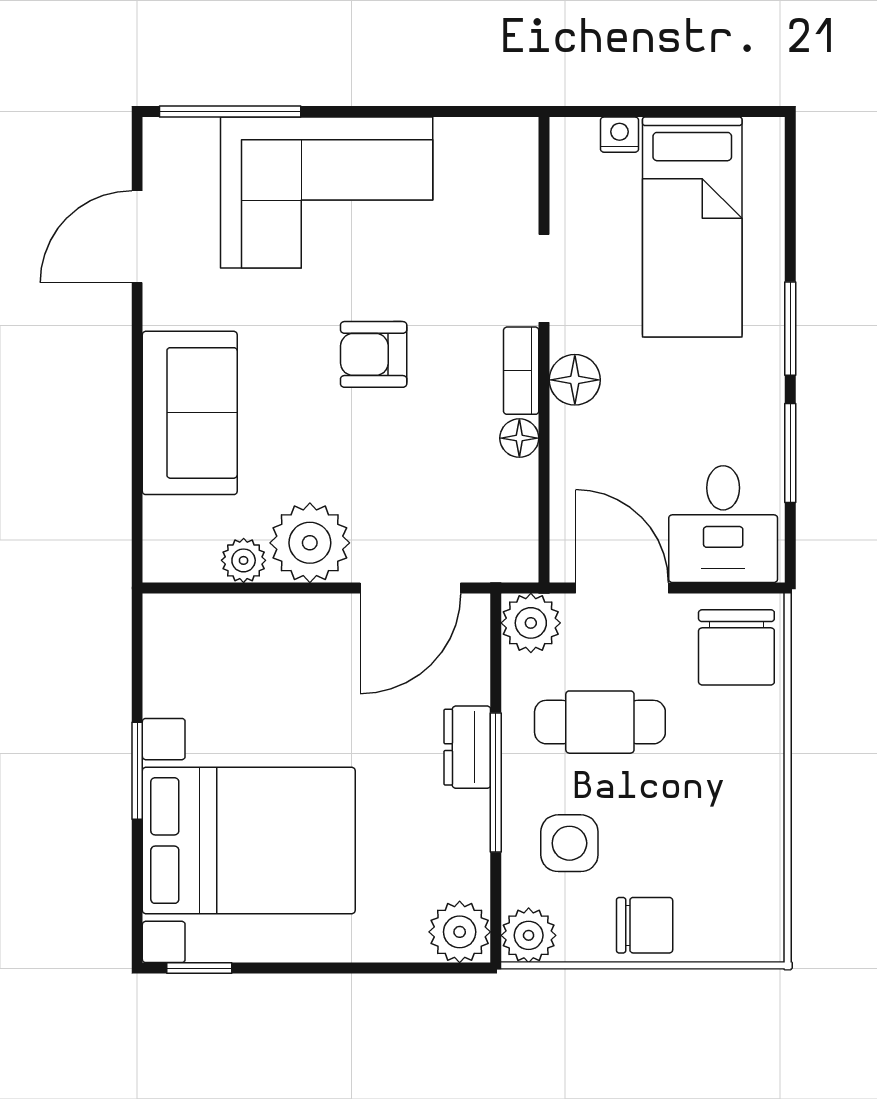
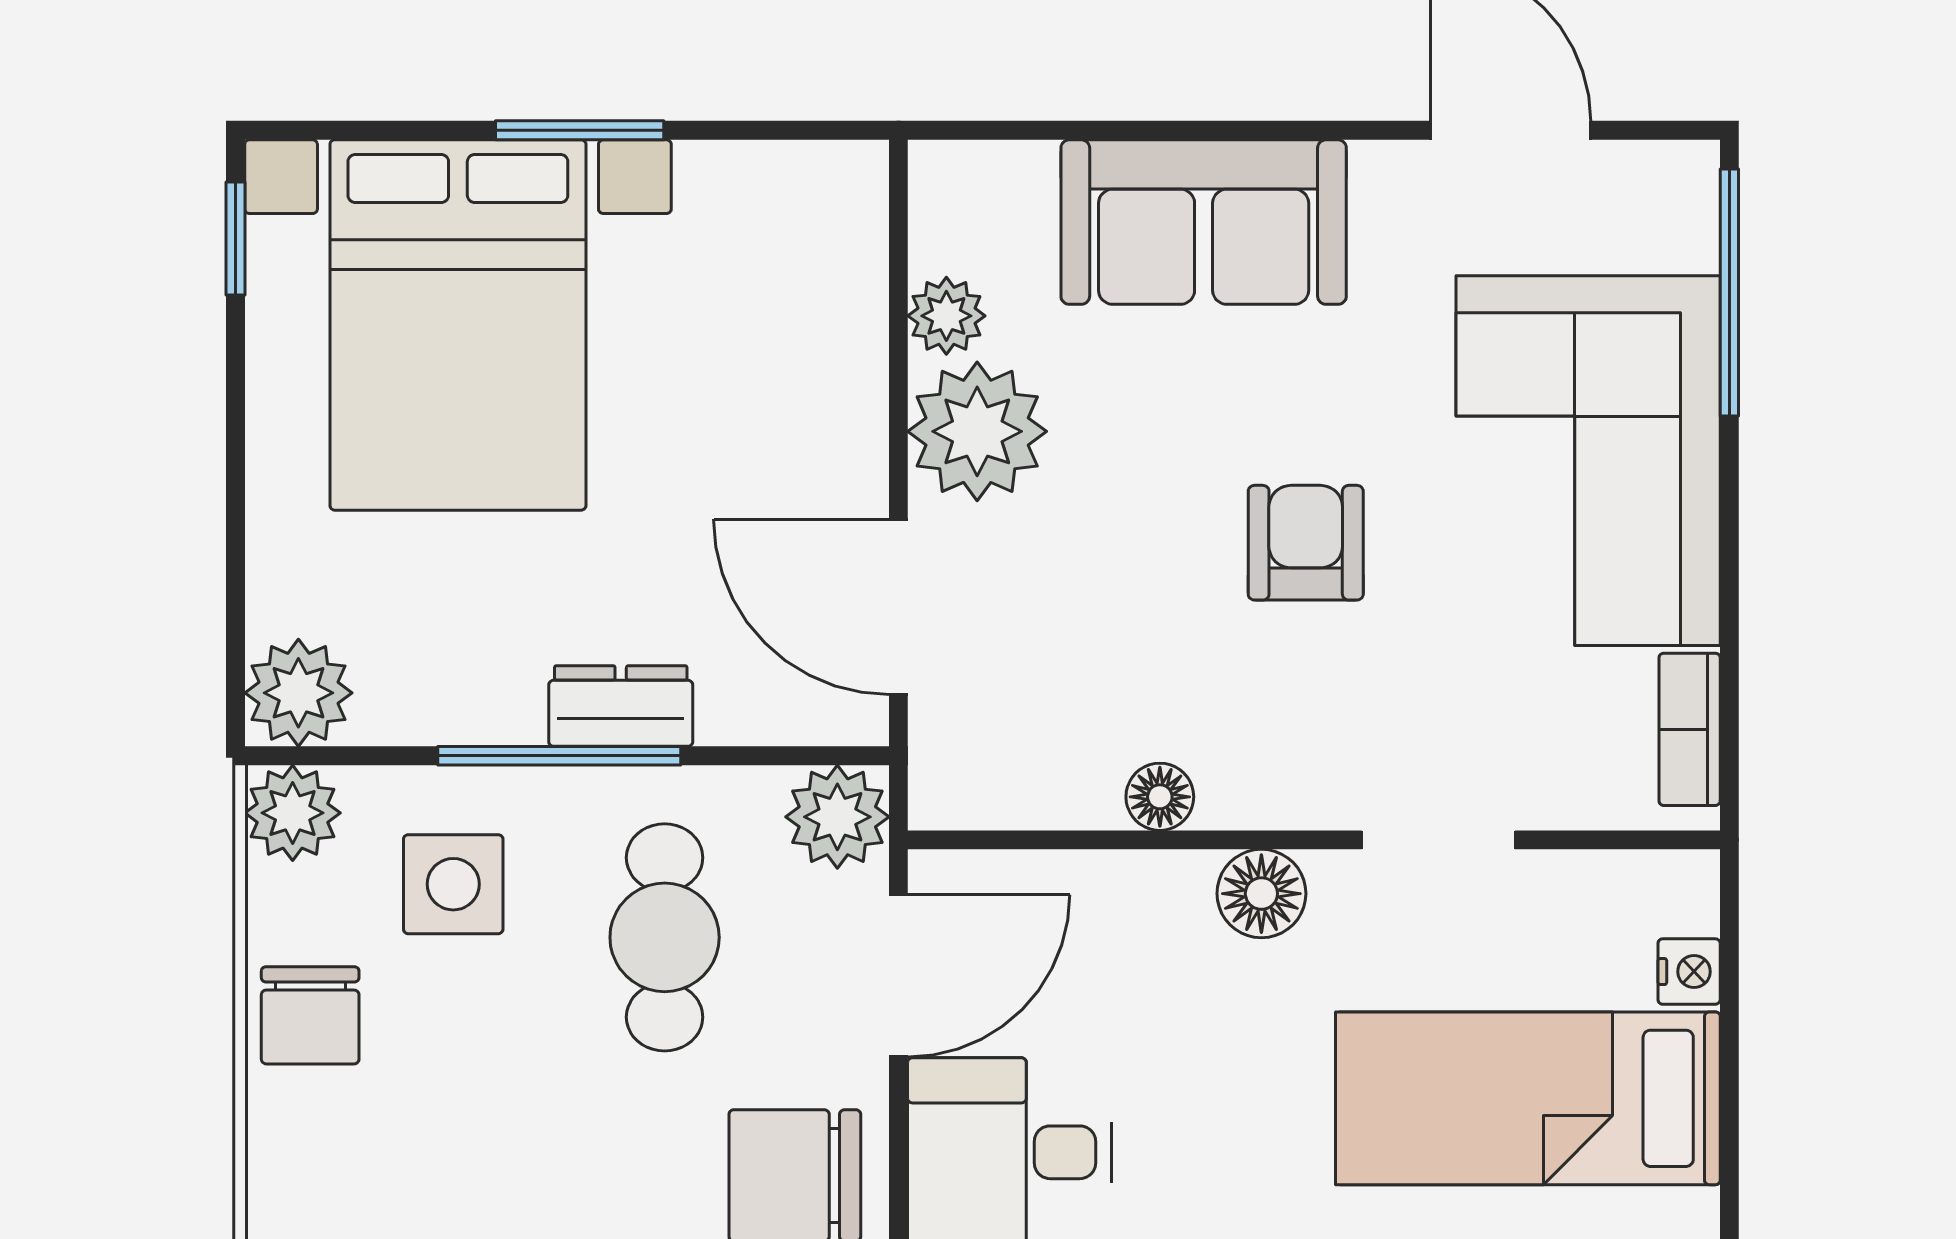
bookcase: (521, 371) -> (1690, 729), moved, turned -90

